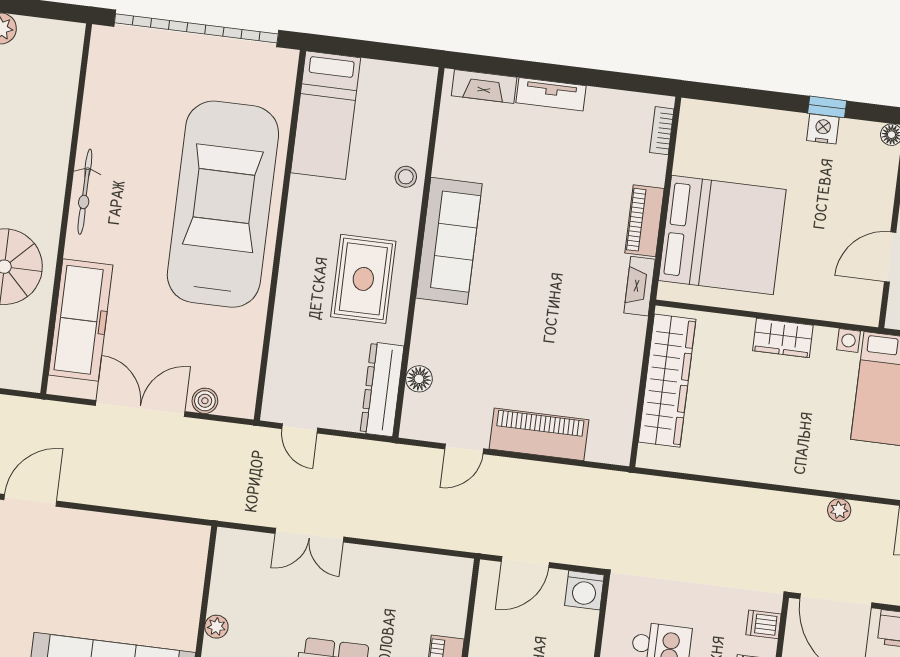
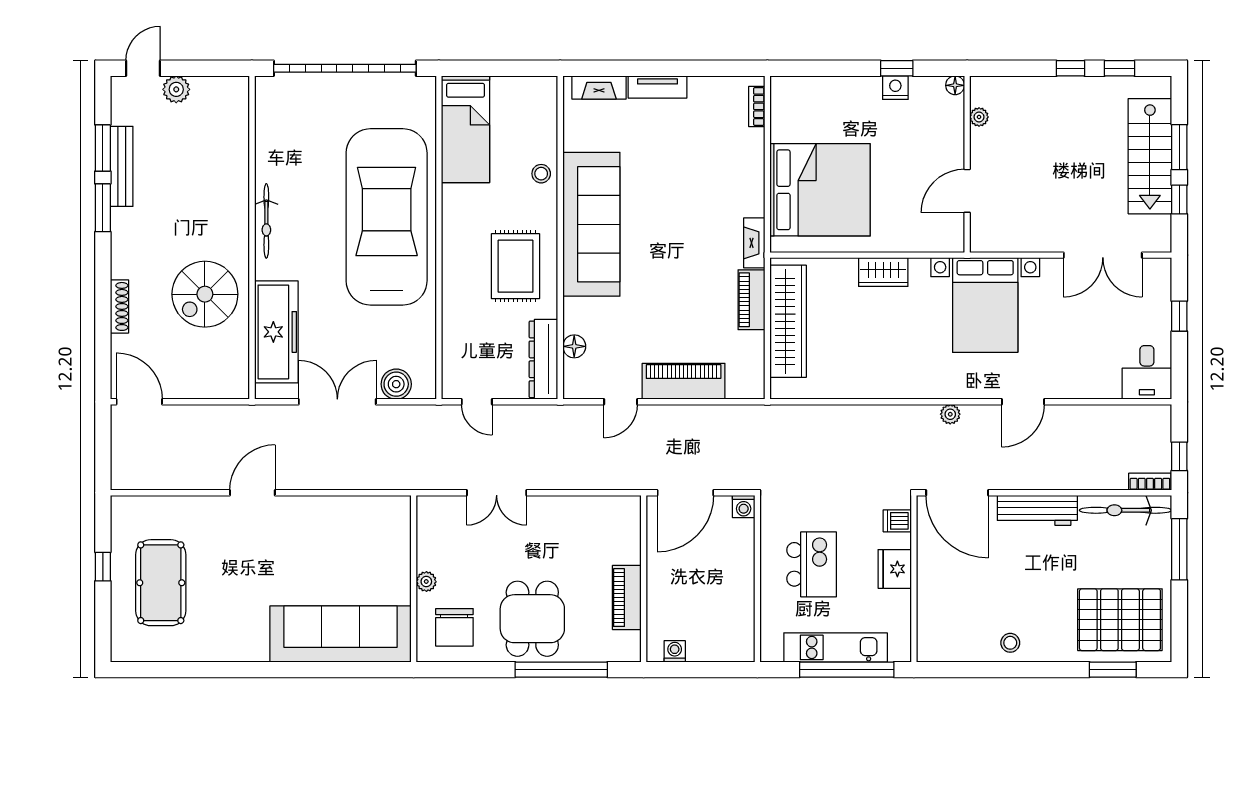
piano: (644, 221) -> (752, 300), moved
sofa: (449, 241) -> (591, 224), width x1.36, depth x1.27
boiler: (205, 401) -> (396, 384), width x1.36, depth x1.36
door: (525, 562) -> (685, 493), width x1.36
washing machine: (584, 590) -> (744, 506), width x0.73, depth x0.73

